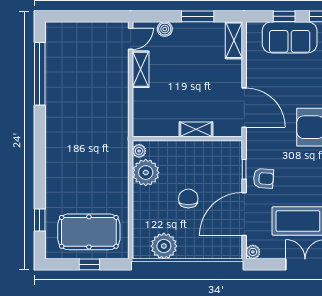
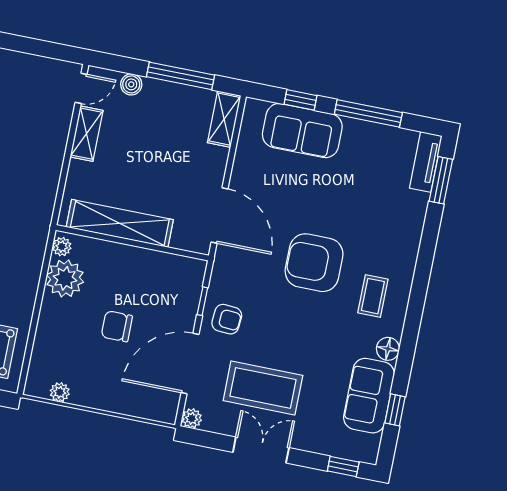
window: (198, 16) -> (180, 76), width x1.44
shelving: (196, 129) -> (120, 223), width x2.20, depth x1.33
chair: (188, 199) -> (117, 326), turned -90
plant: (164, 246) -> (60, 392), width x0.53, depth x0.53

